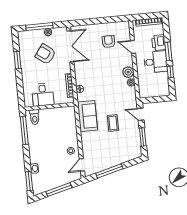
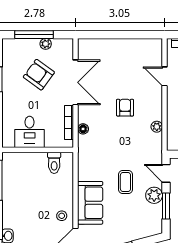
armchair: (108, 42) -> (125, 108), moved
double door: (70, 46) -> (76, 82), moved
plant: (128, 72) -> (154, 195), moved
sofa: (87, 116) -> (90, 203), moved
toilet: (35, 117) -> (54, 163), moved

